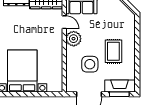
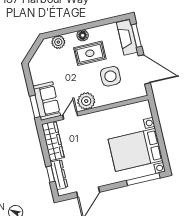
plant: (129, 27) -> (58, 42), added
floor lamp: (130, 49) -> (83, 35), added

